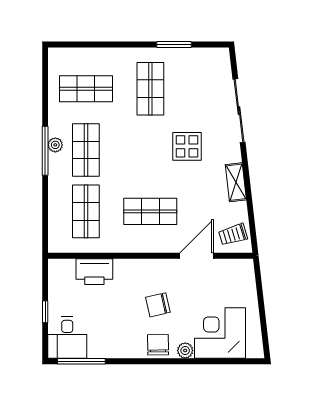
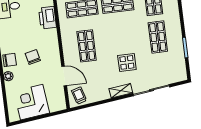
shop shelf: (150, 89) -> (158, 37), turned 90
shelving: (236, 182) -> (121, 91), moved
corner desk: (220, 333) -> (32, 102), moved, turned -97

